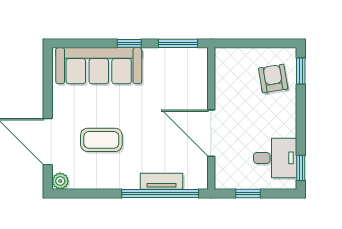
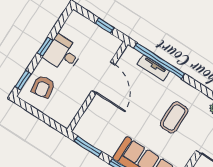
coffee table: (101, 140) -> (174, 117), turned 90
desk: (275, 158) -> (63, 54), moved
window: (301, 168) -> (45, 47), moved

